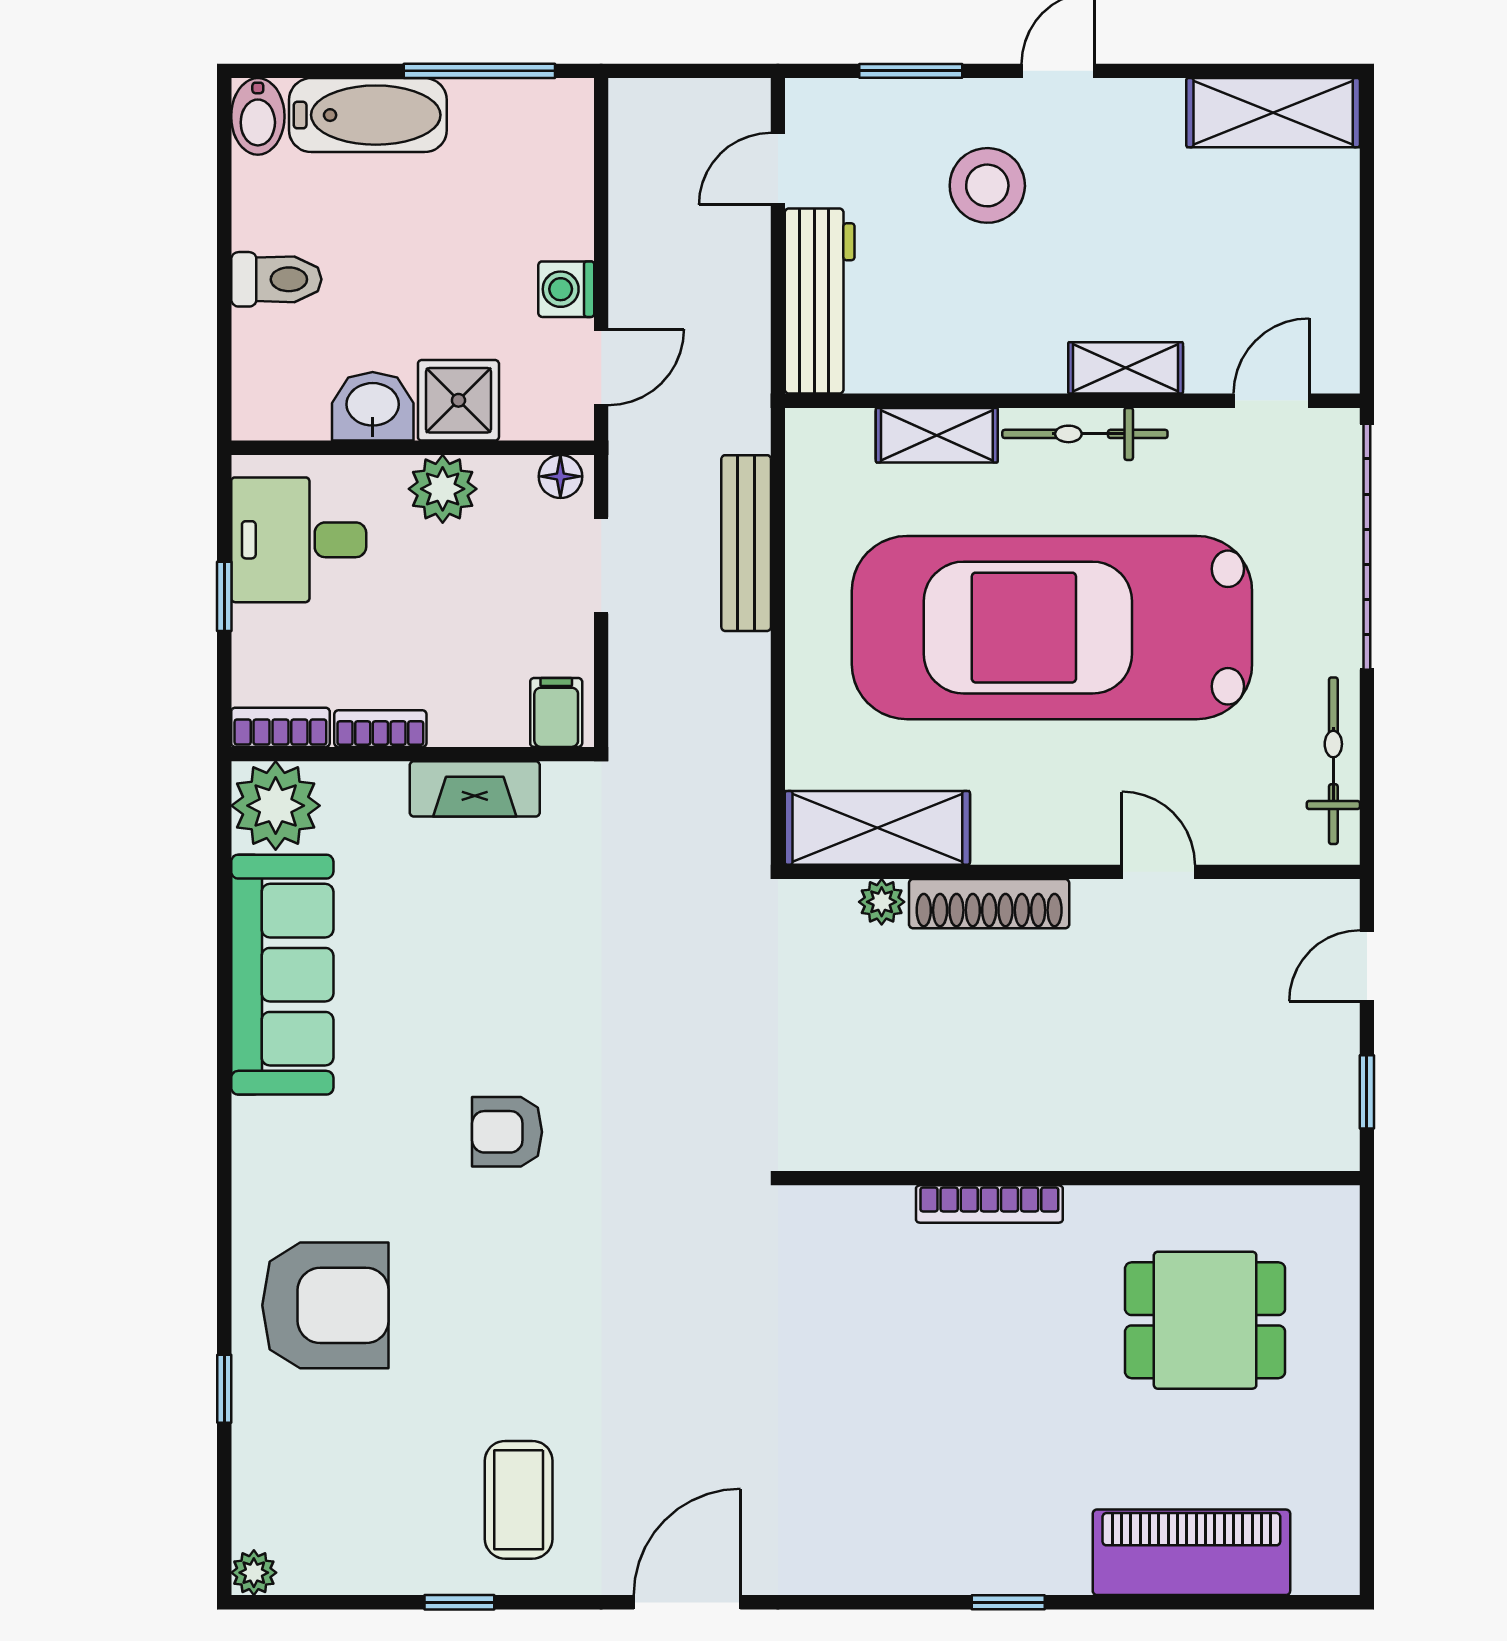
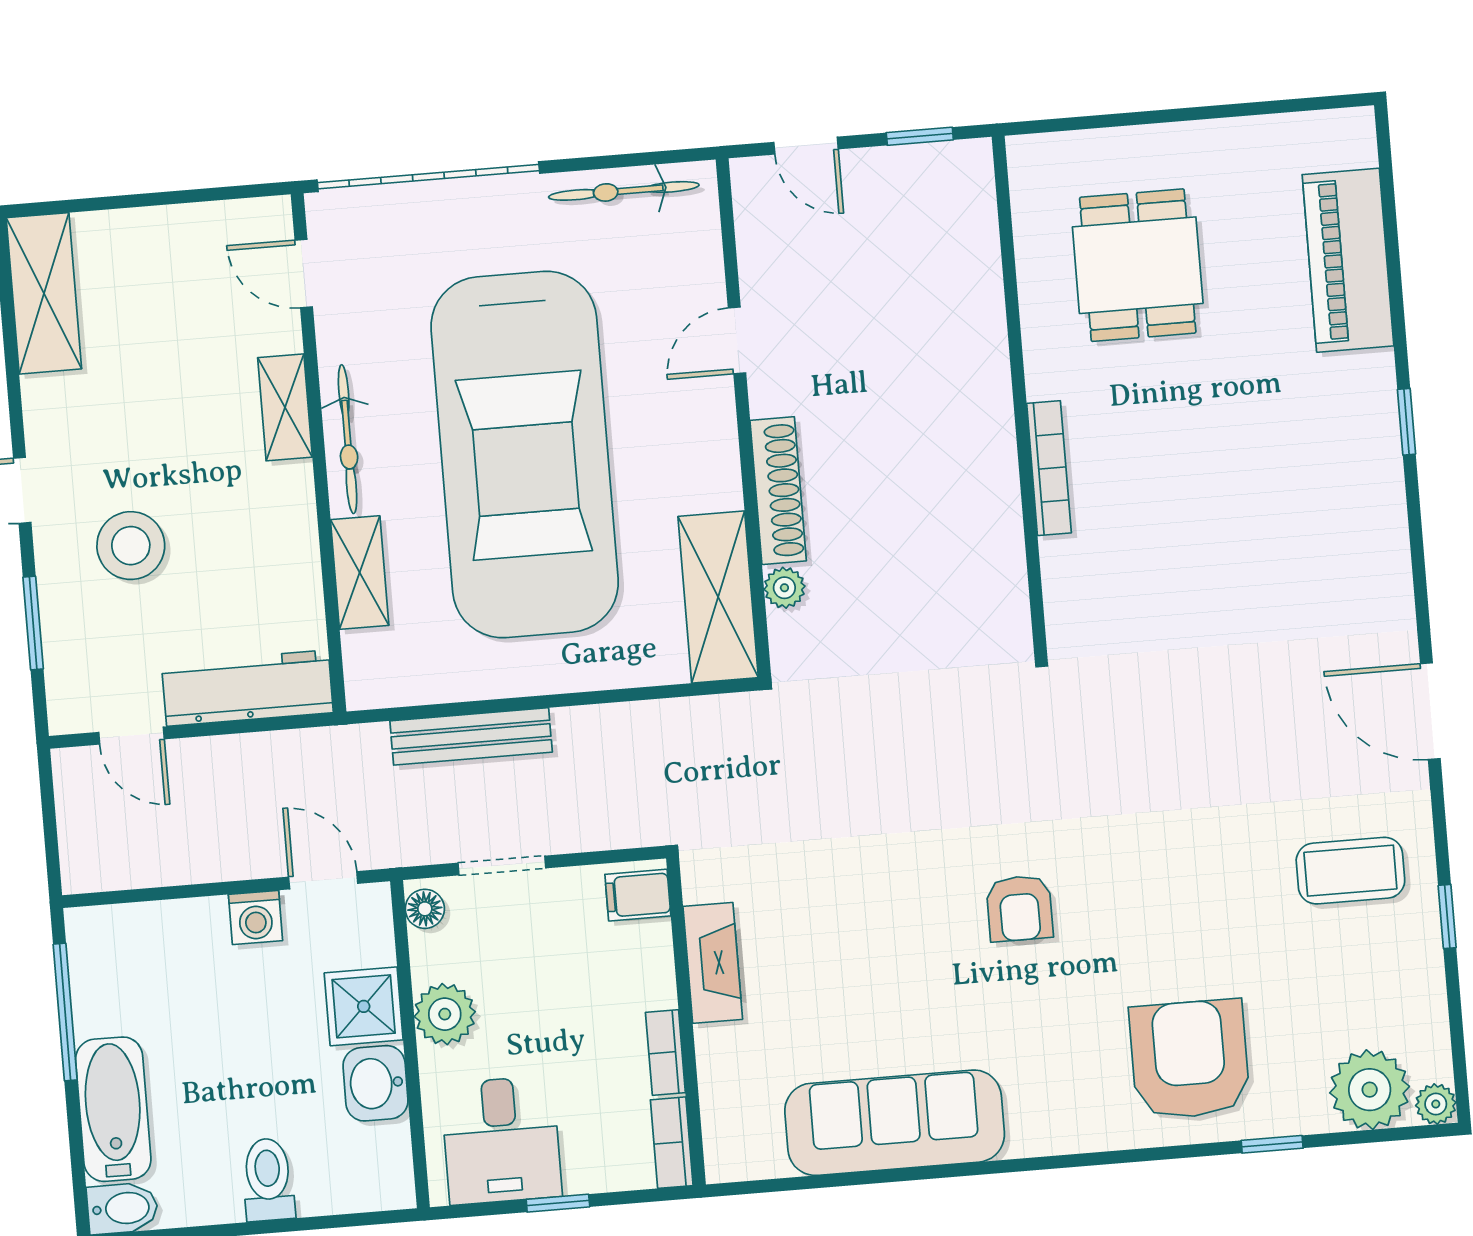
plant: (276, 806) -> (1370, 1090), moved

